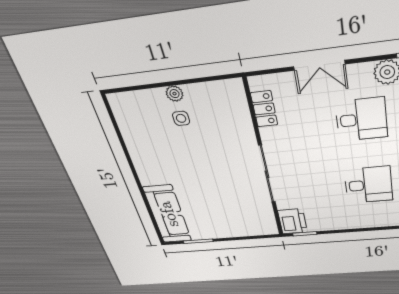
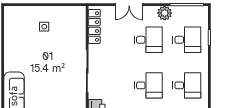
plant: (175, 94) -> (45, 11), removed
locker: (264, 109) -> (94, 27), width x1.53

